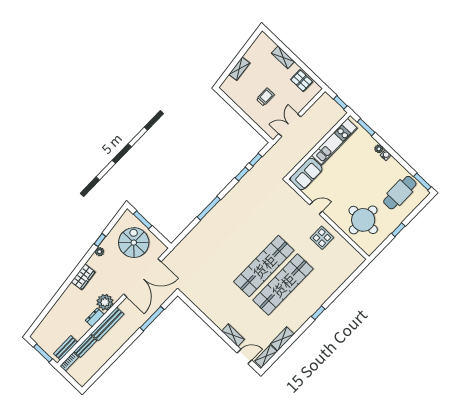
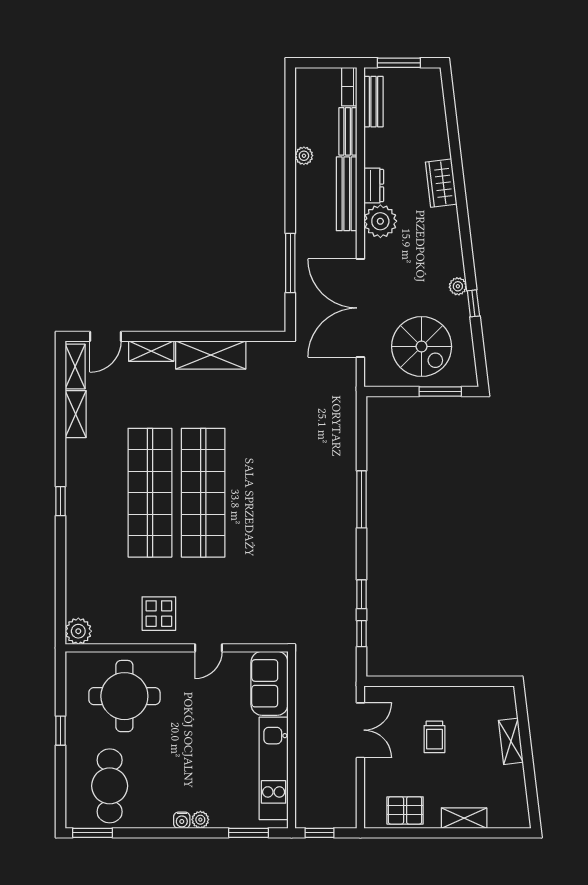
plant: (357, 260) -> (78, 631), added
wardrobe: (83, 277) -> (441, 183), moved
shelving: (213, 313) -> (211, 355), added
plant: (110, 353) -> (304, 156), added

